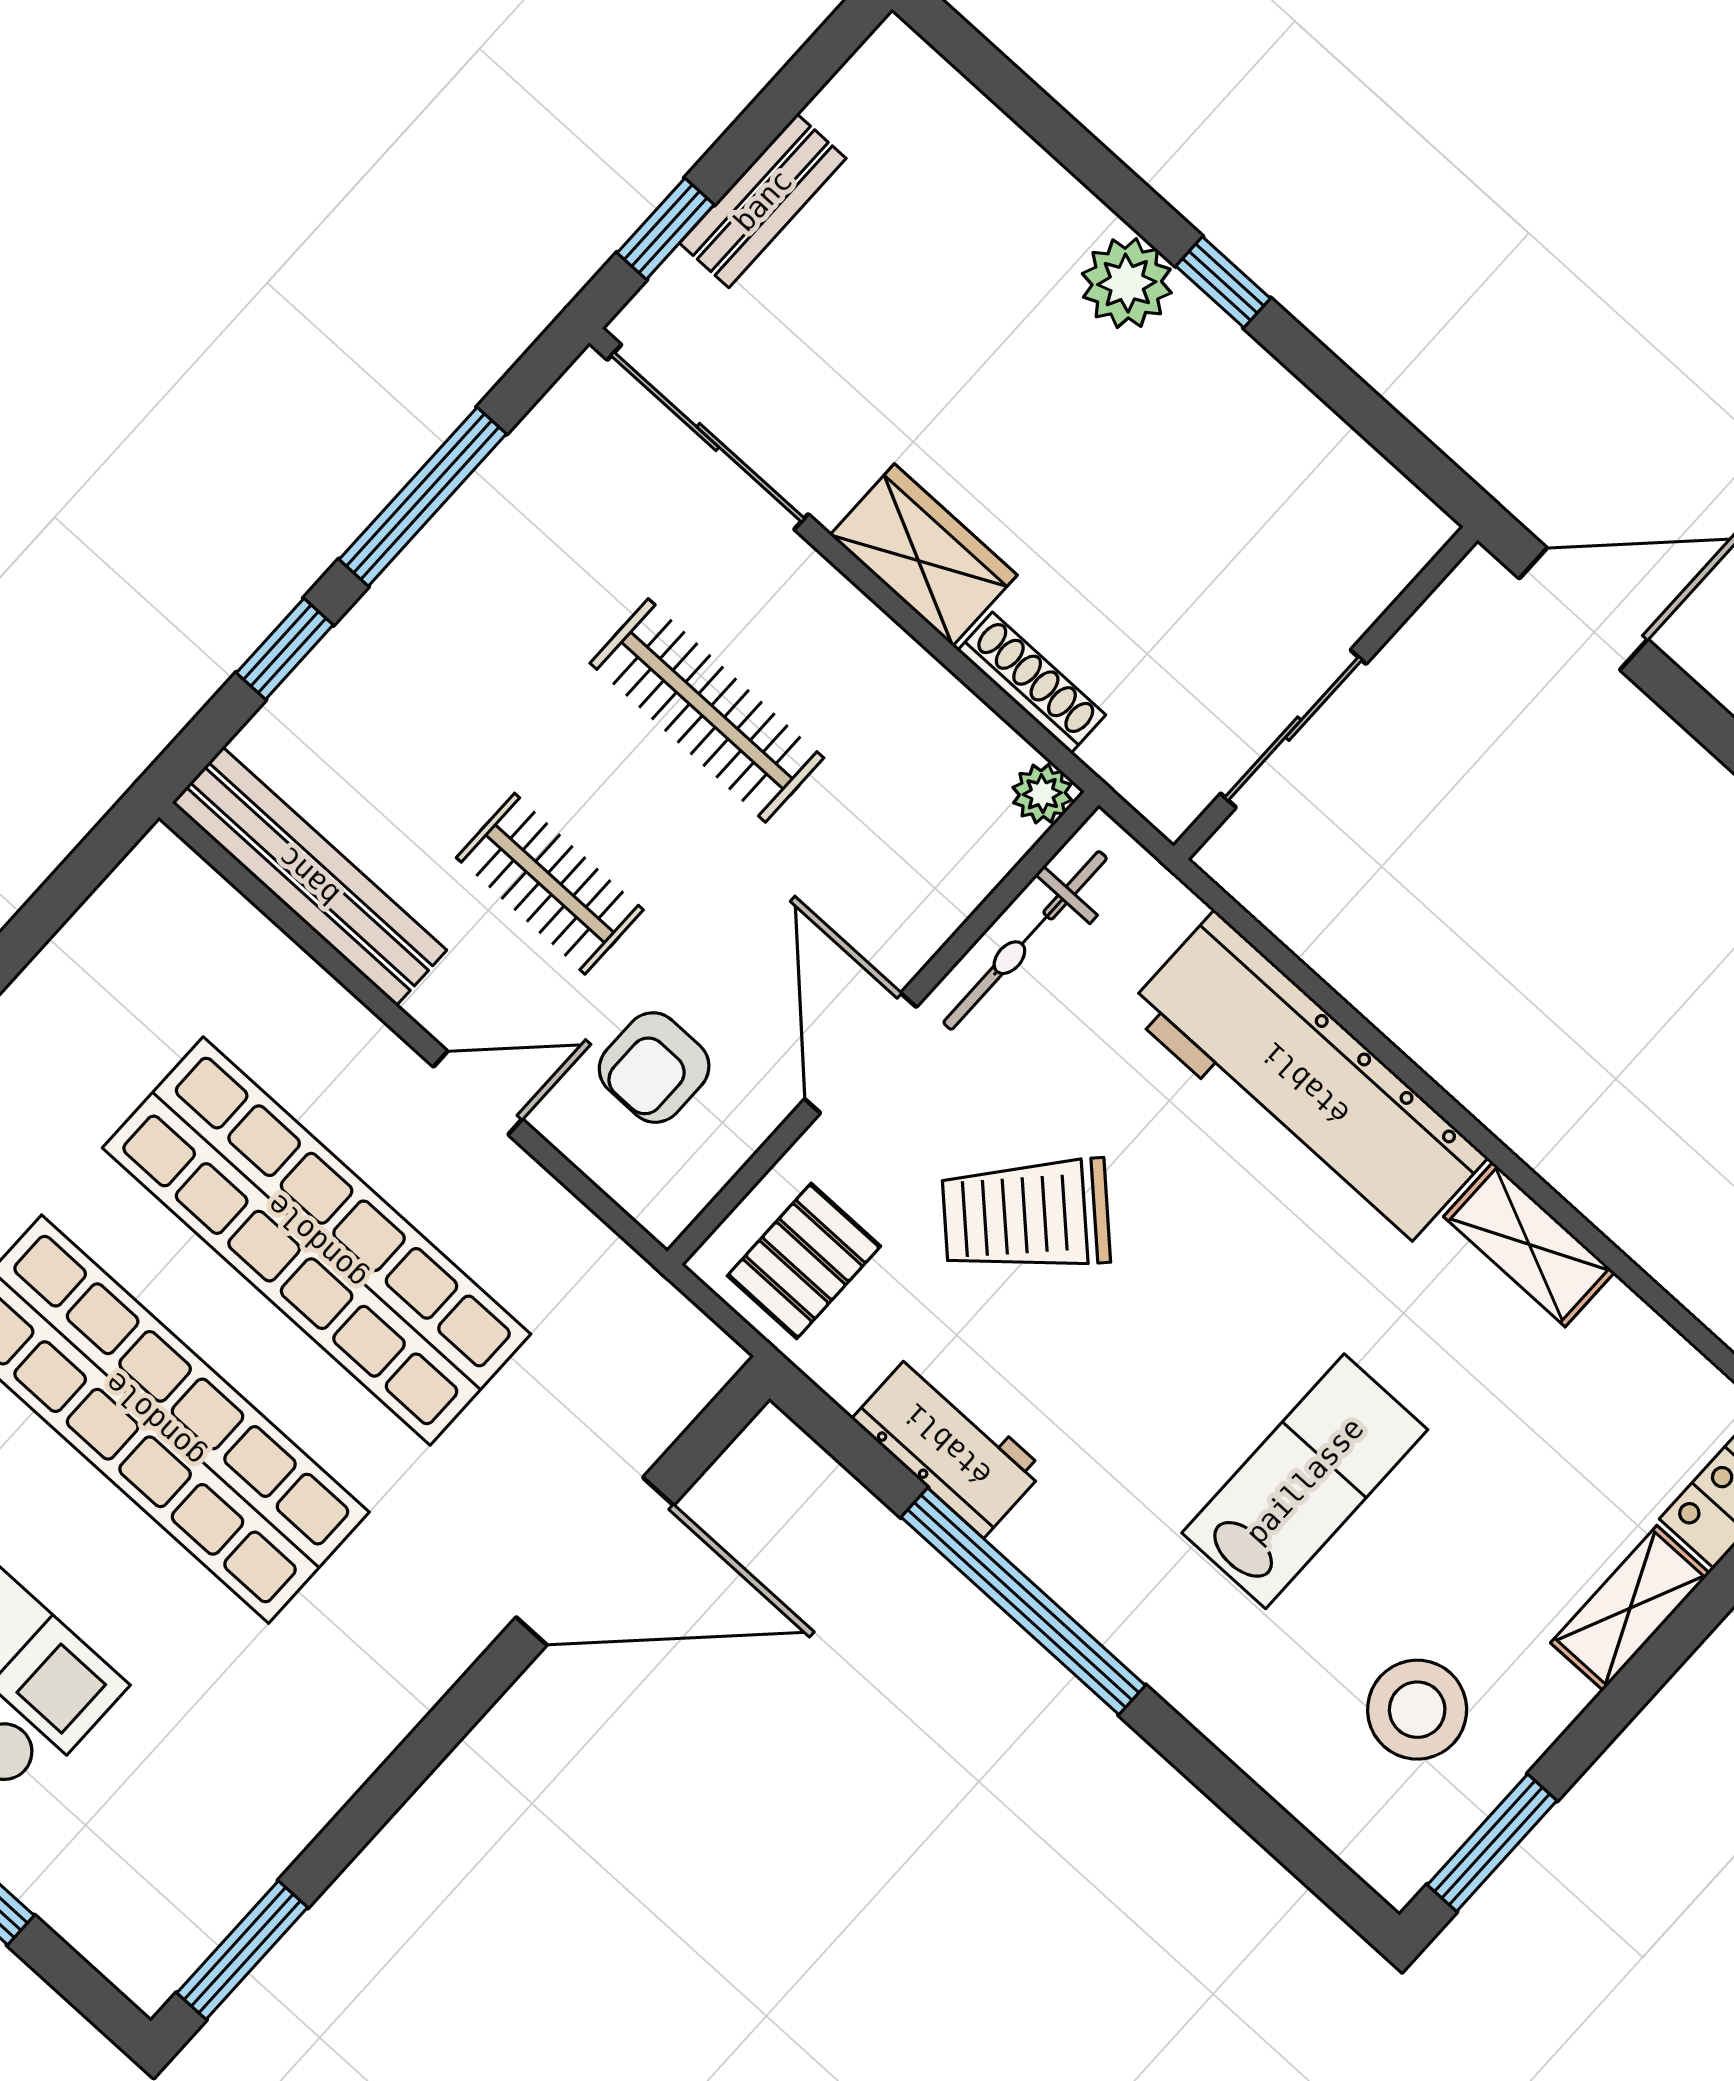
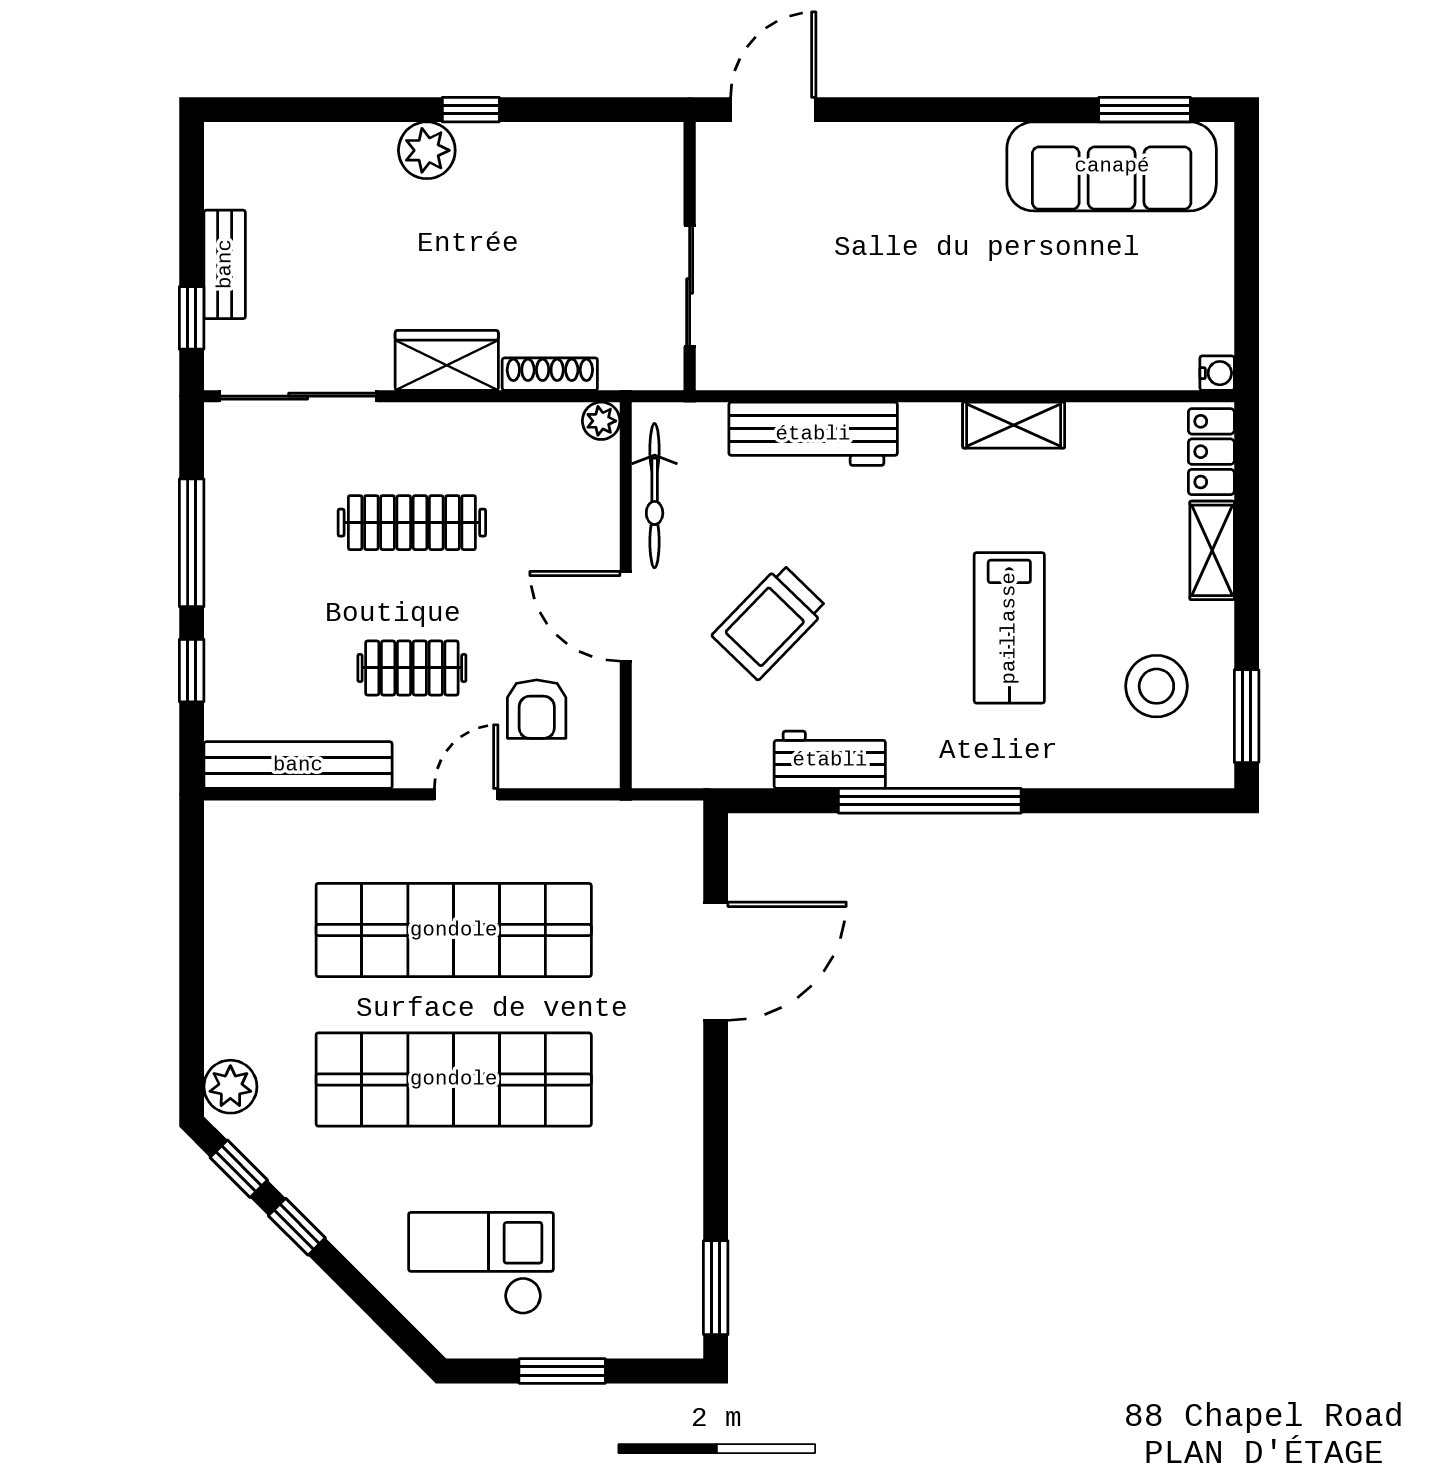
workbench: (1306, 1083) -> (813, 434), width x0.73, depth x0.76
pallet: (804, 1261) -> (687, 736), removed
lab bench: (1305, 1481) -> (1009, 628), turned 180

